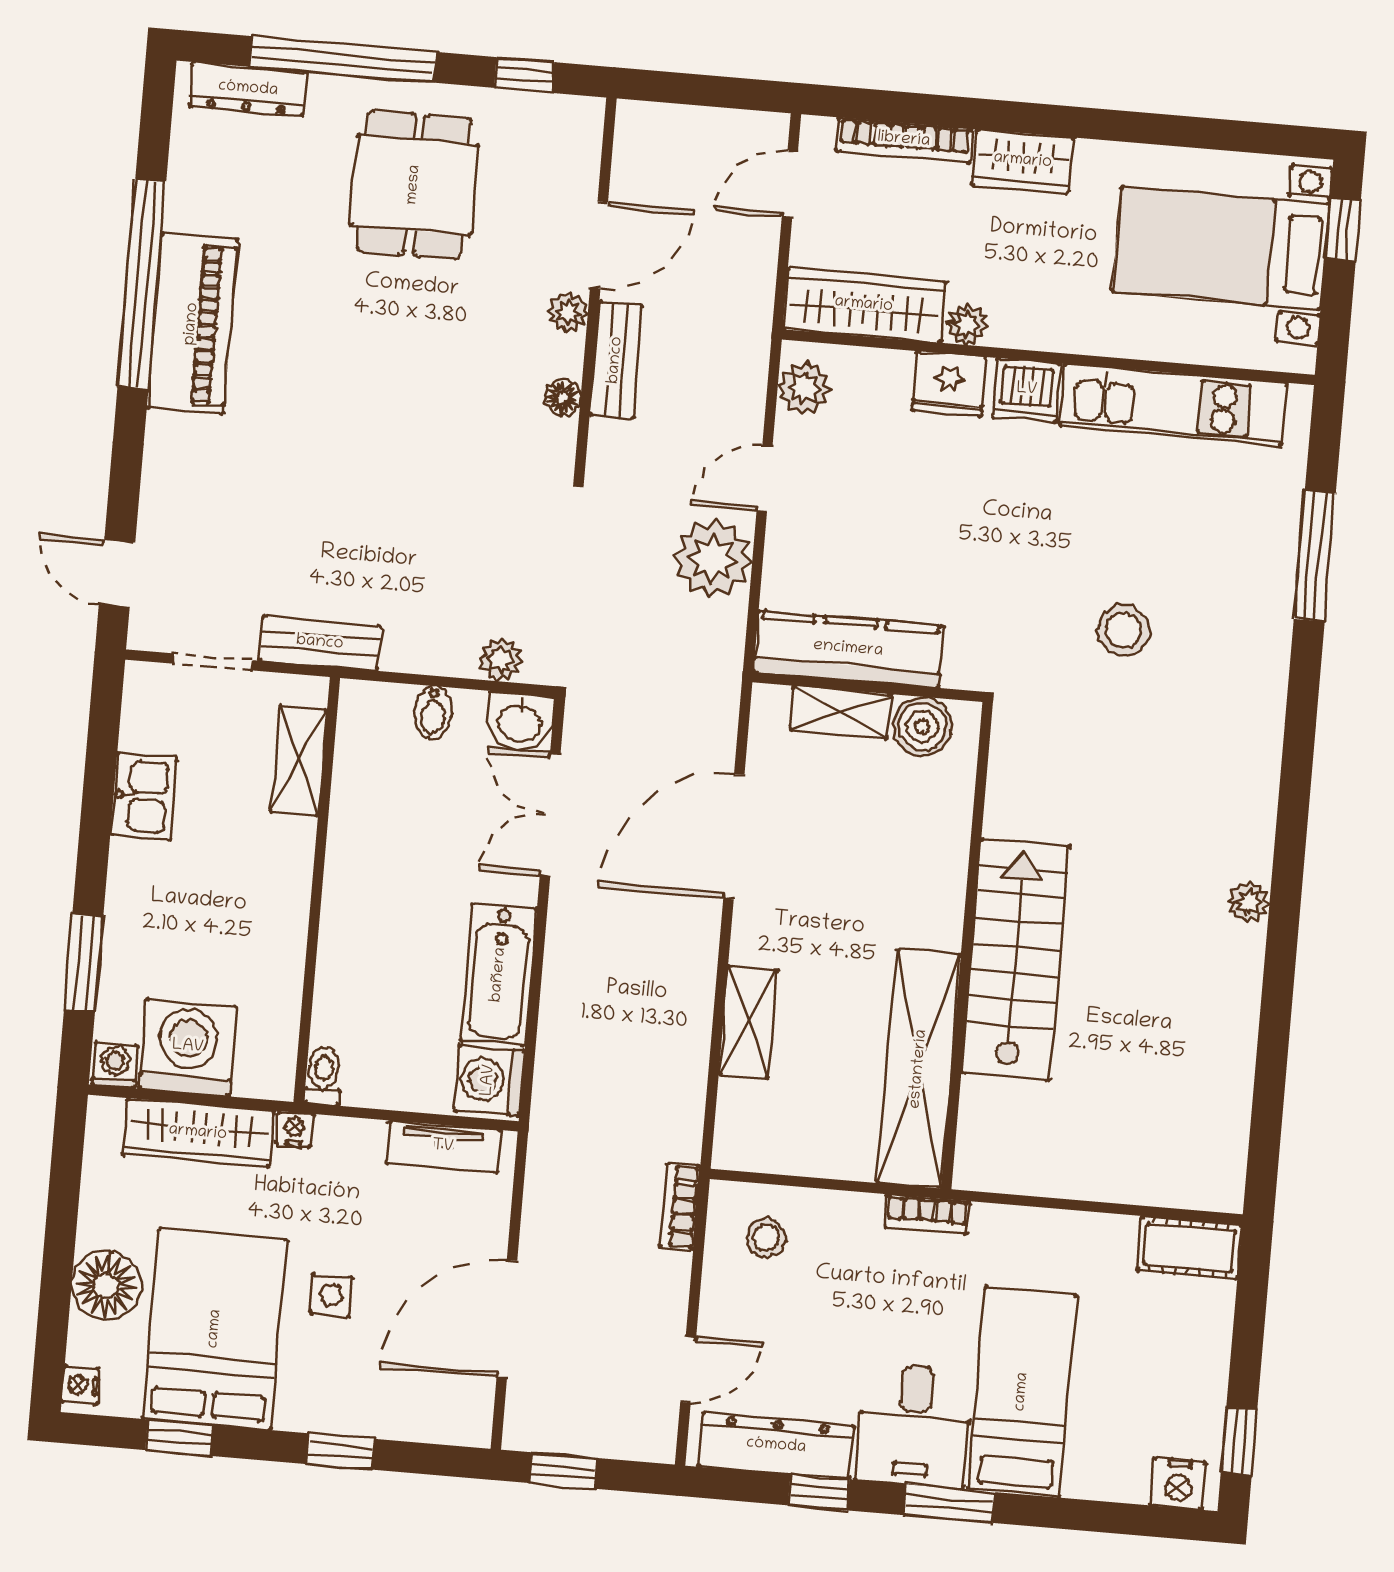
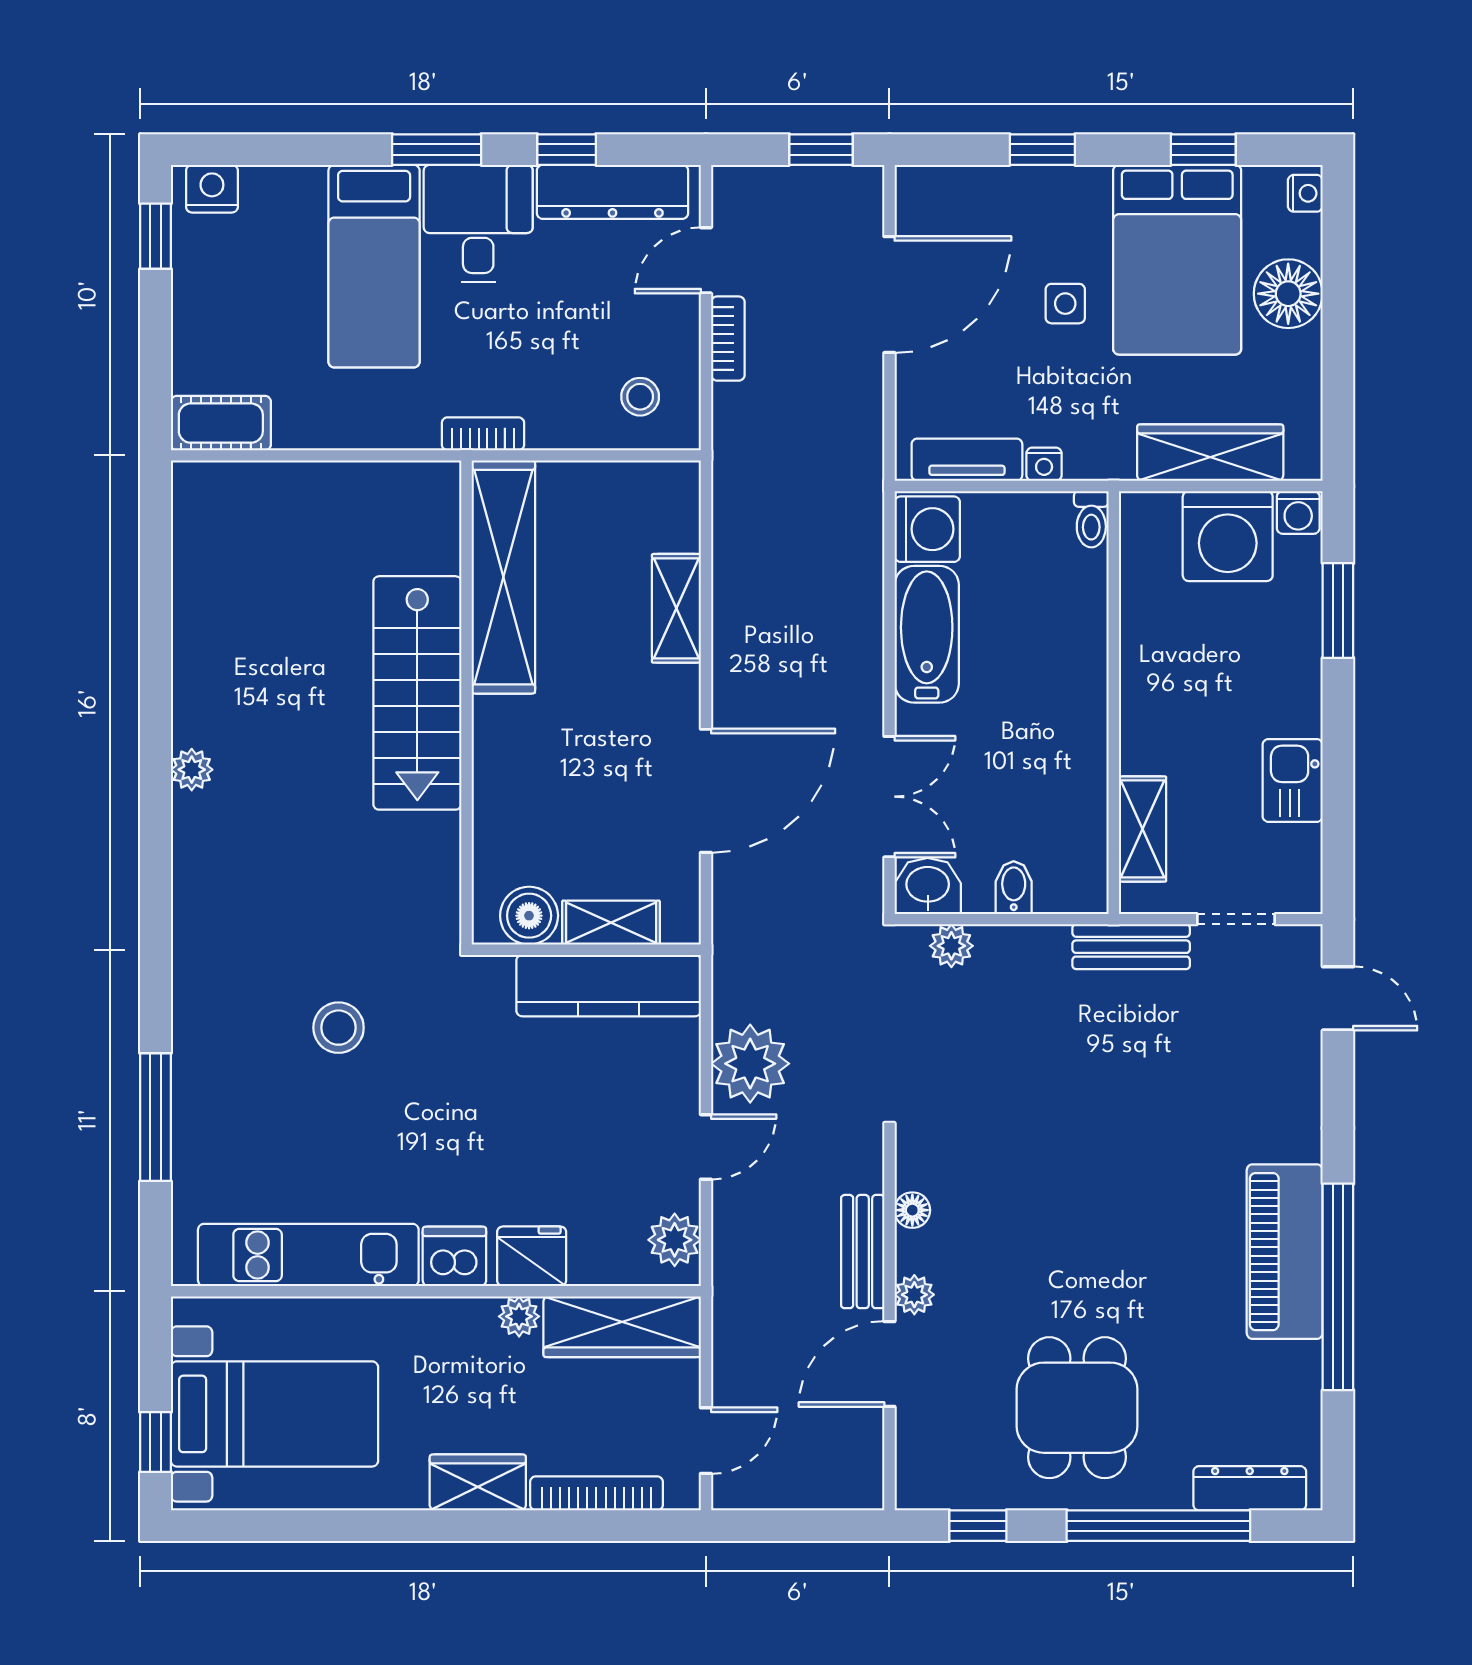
nightstand: (295, 1129) -> (1044, 464), moved
bookcase: (680, 1207) -> (728, 339), moved

